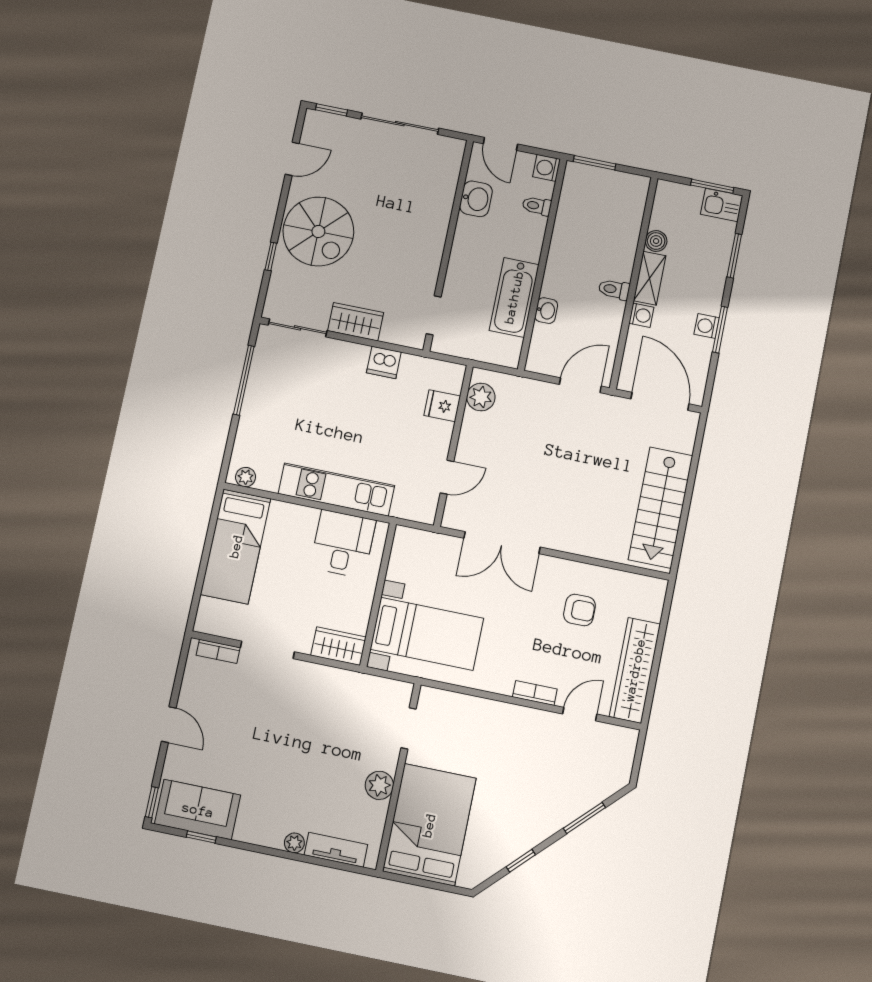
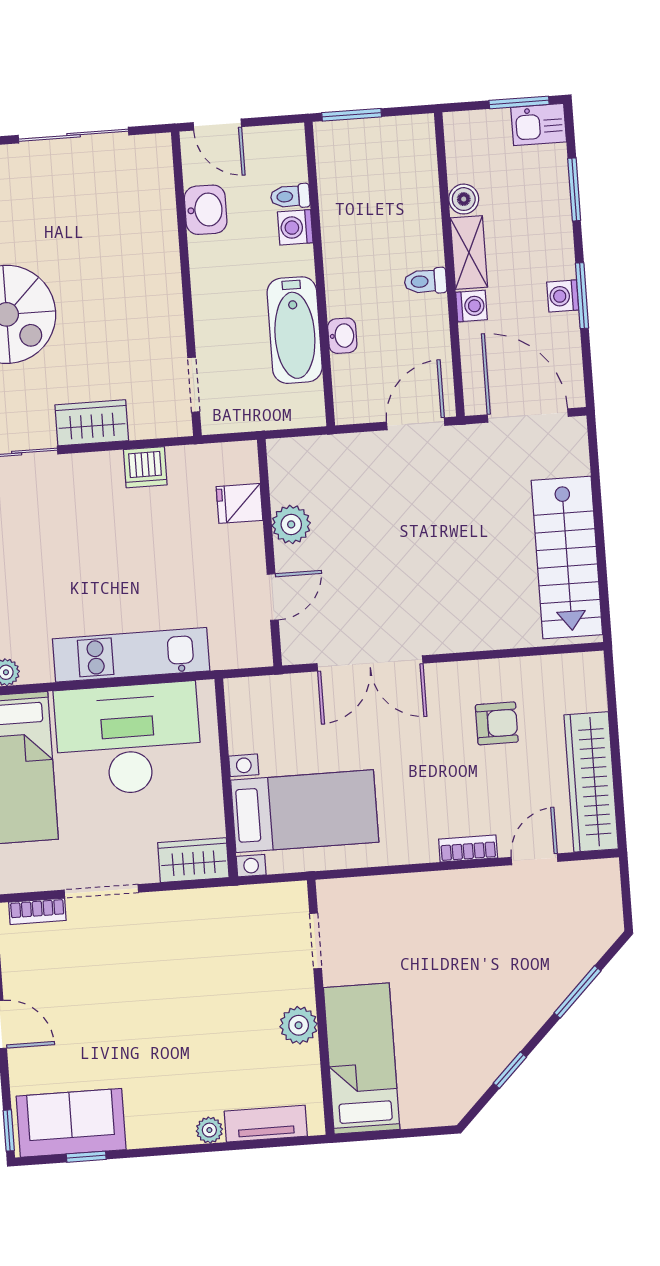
washing machine: (547, 168) -> (295, 227), moved
plant: (481, 397) -> (291, 524), moved
desk: (343, 544) -> (128, 739), width x1.87, depth x1.30
bed: (429, 825) -> (362, 1059), width x0.67

